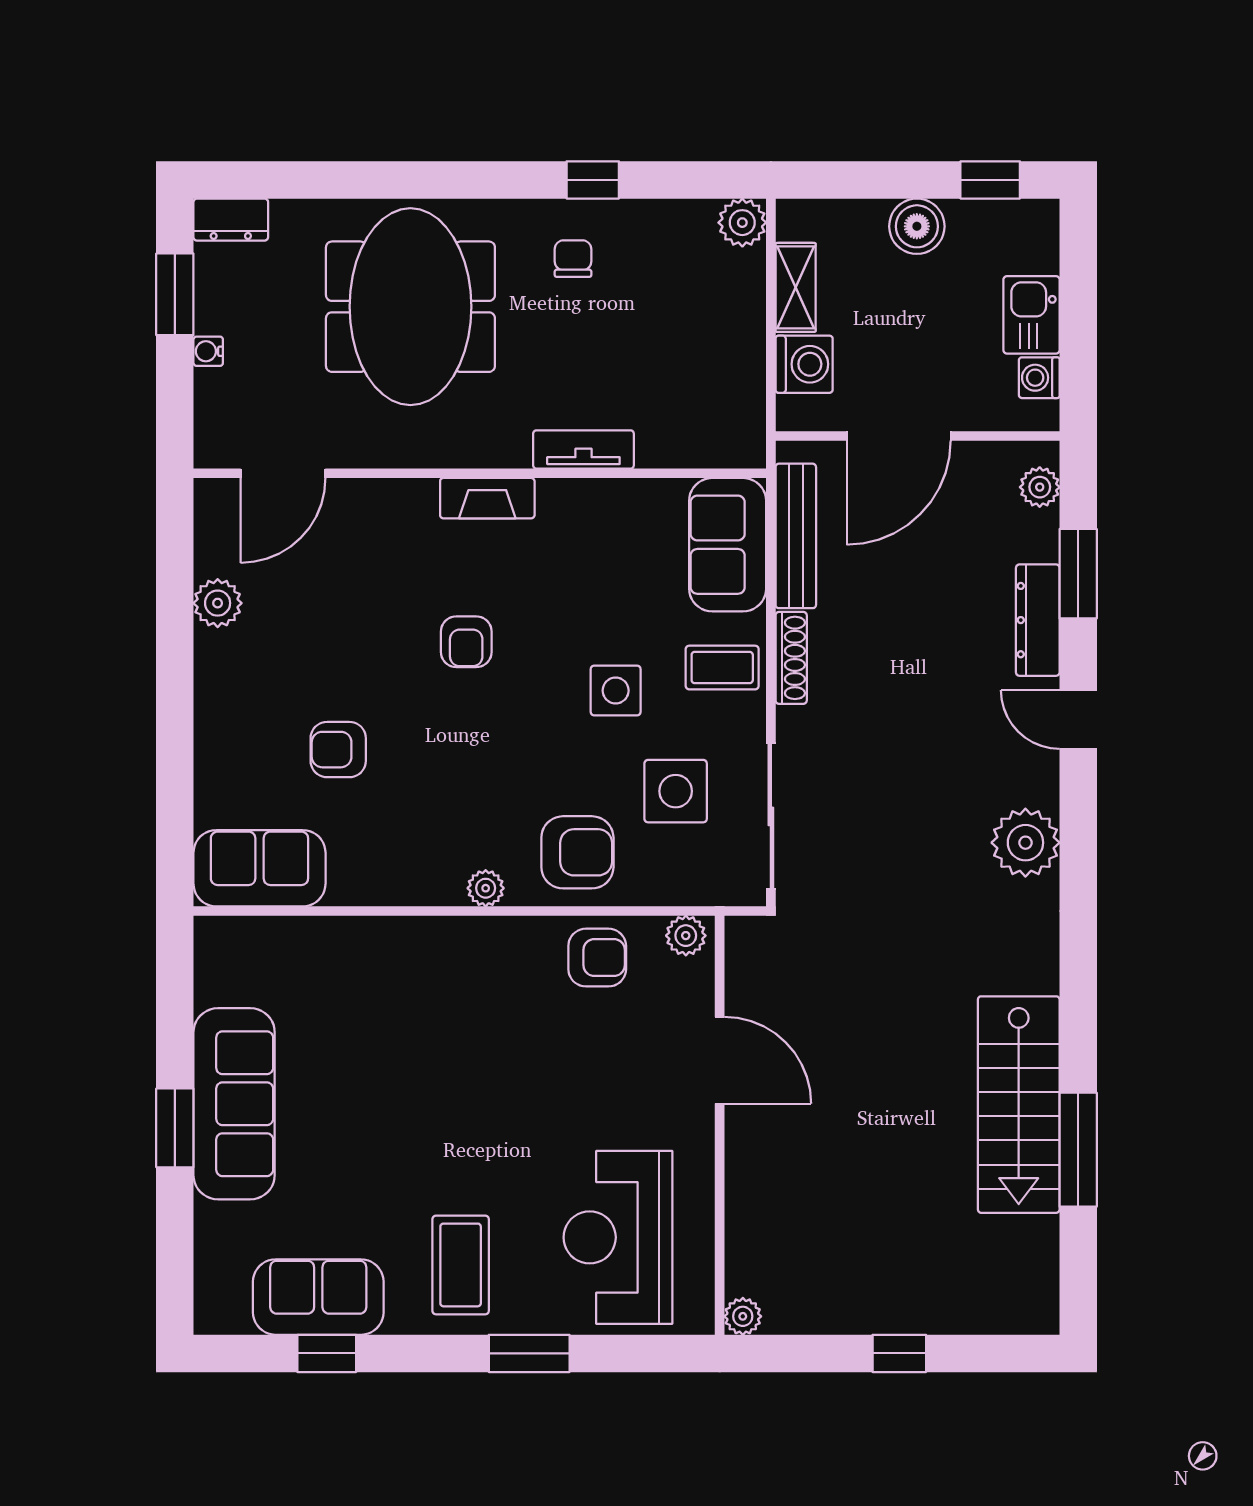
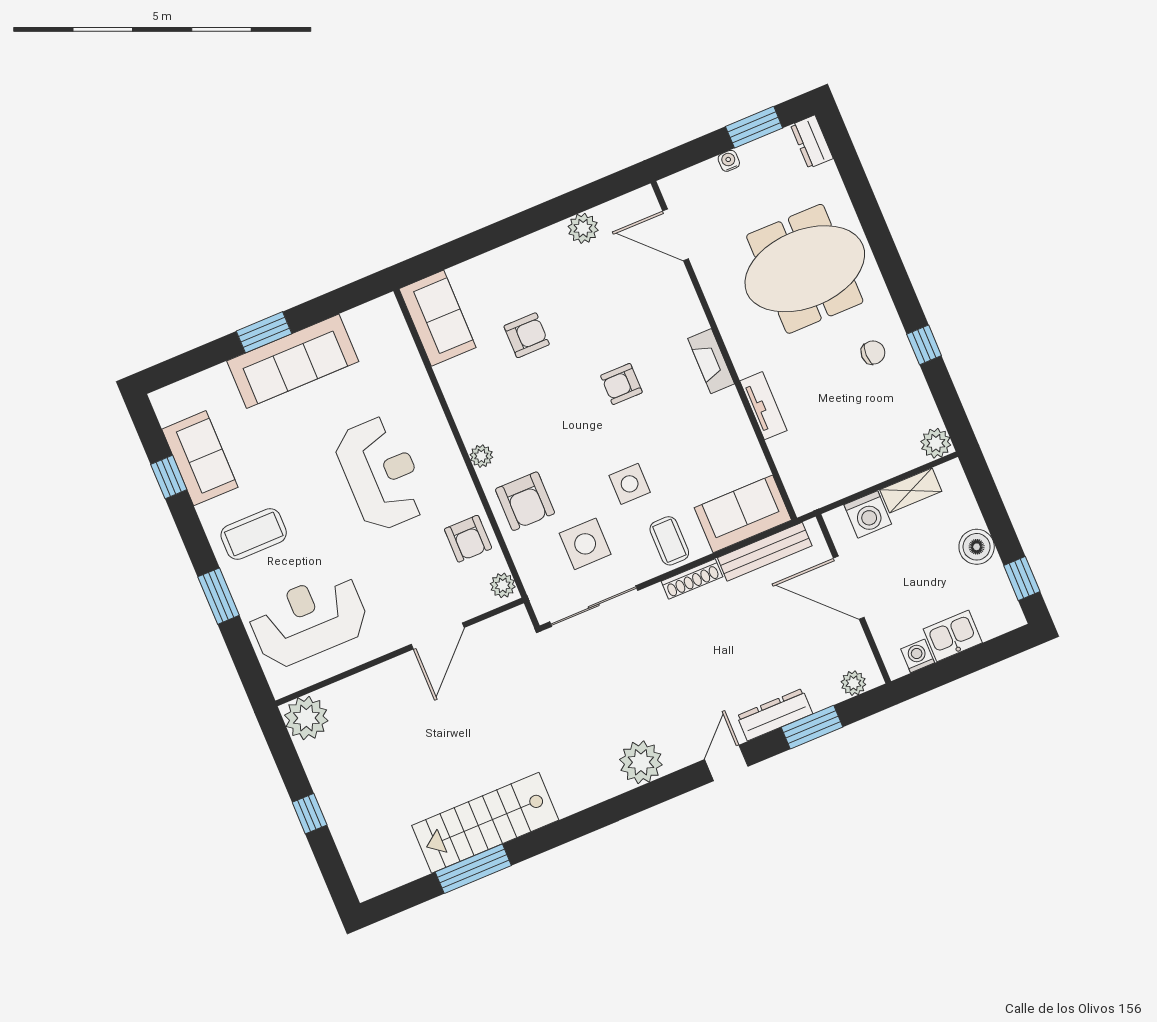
armchair: (338, 750) -> (527, 335), turned 90
reception desk: (450, 1044) -> (381, 474), added
plant: (743, 1316) -> (306, 718), width x1.87, depth x1.87

